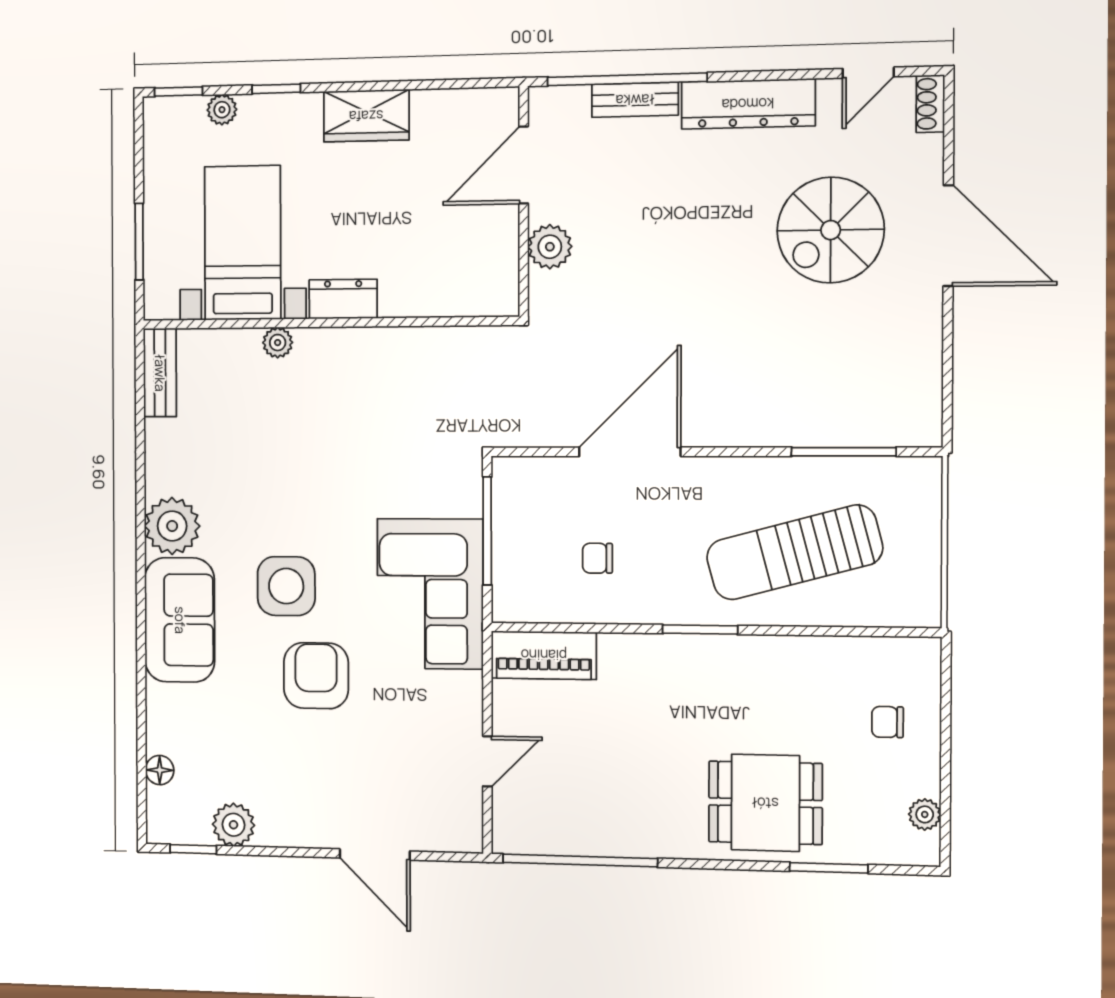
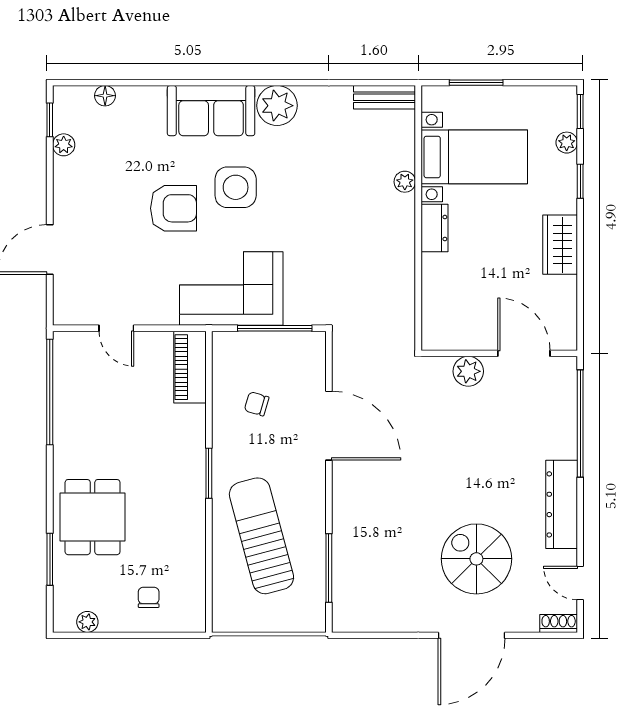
bench: (635, 100) -> (566, 429), removed
chair: (597, 558) -> (257, 404), turned -74
plant: (233, 825) -> (64, 145), width x0.73, depth x0.73

